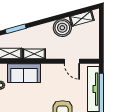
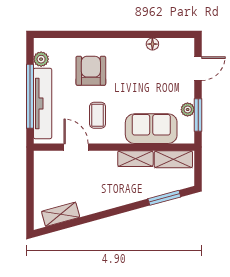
boiler: (62, 28) -> (91, 200), removed
coffee table: (58, 82) -> (98, 115), added

